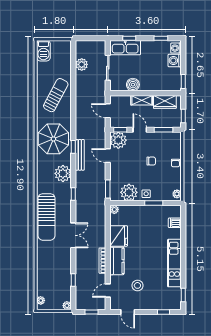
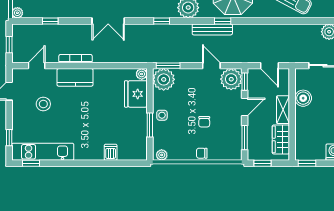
door: (108, 111) -> (269, 66), swing flipped
door: (108, 156) -> (211, 66), hinge flipped
plant: (129, 192) -> (164, 79), moved
dishwasher: (175, 223) -> (111, 152), moved
fridge: (119, 236) -> (136, 94), moved, turned 90
kitchen unit: (174, 263) -> (43, 152), moved
door: (108, 291) -> (37, 66), hinge flipped

